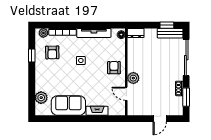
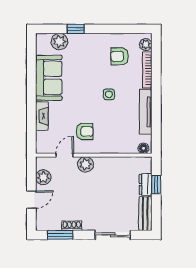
window: (167, 25) -> (156, 185), moved
dresser: (136, 33) -> (146, 184), moved
window: (32, 56) -> (76, 29), moved
sliding door: (186, 58) -> (113, 235), width x0.73
armchair: (114, 68) -> (85, 131), moved
plant: (143, 110) -> (43, 177), added
door: (160, 119) -> (31, 200), swing flipped

